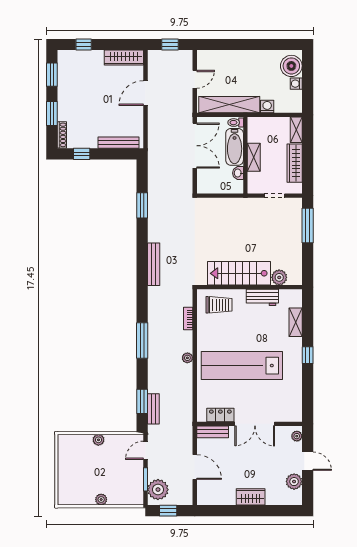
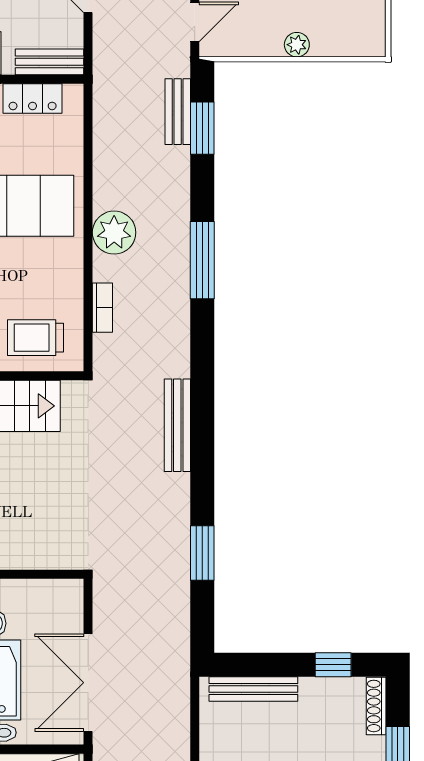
plant: (187, 358) -> (114, 233), width x1.87, depth x1.87

